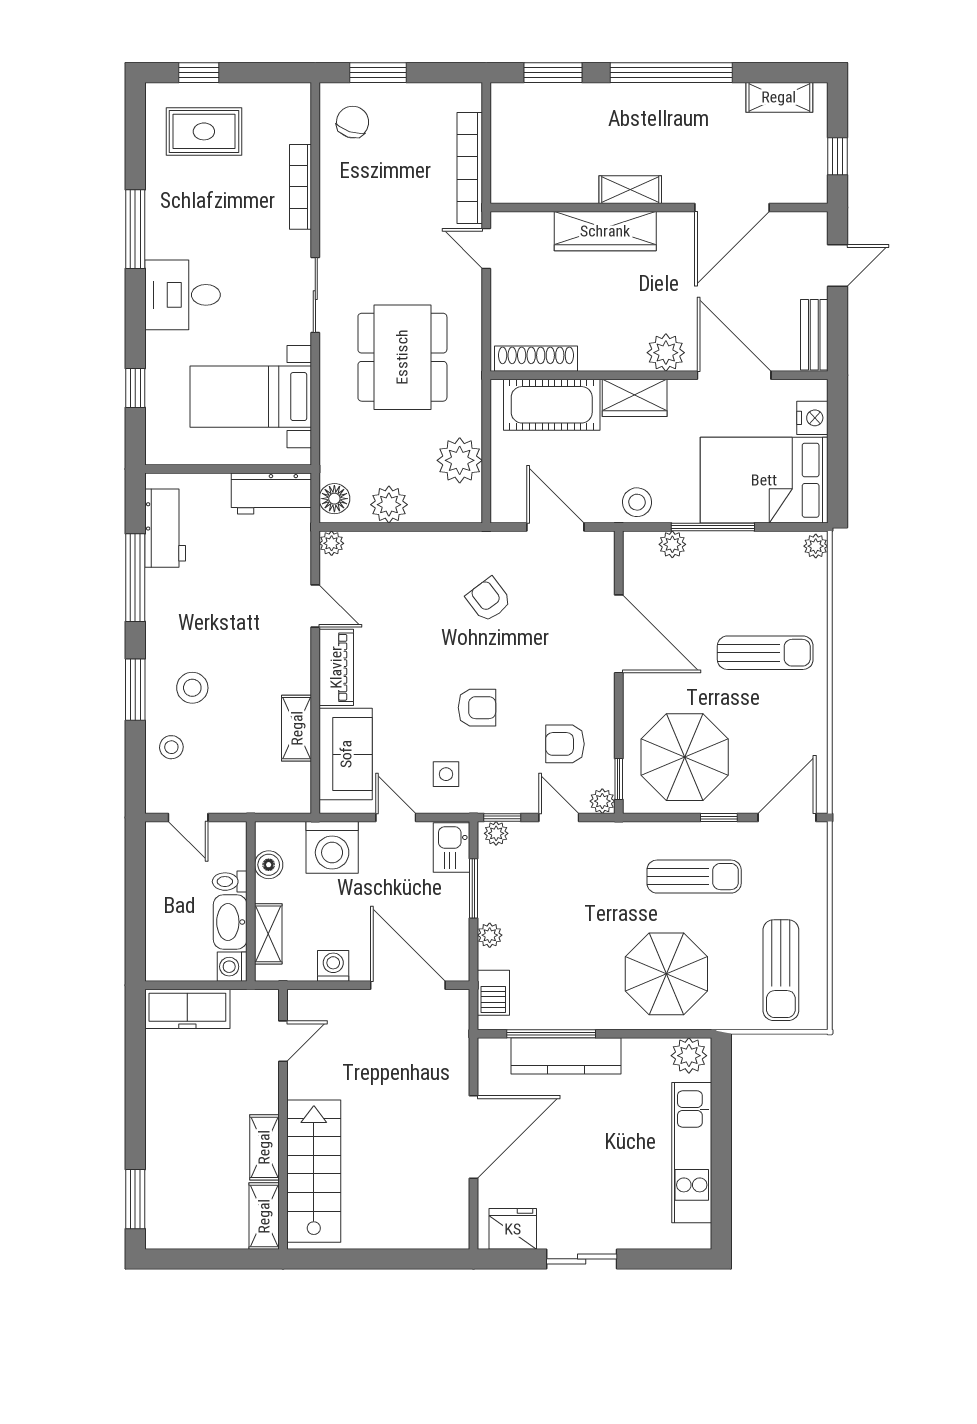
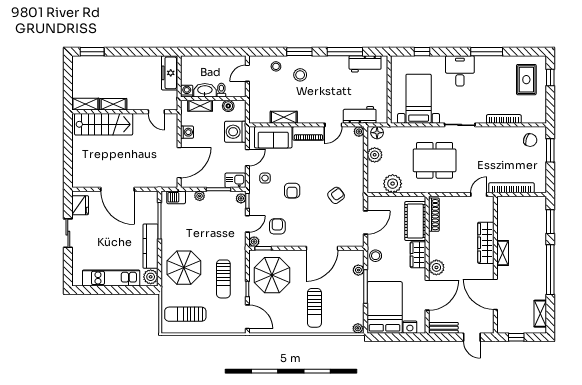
workbench: (271, 493) -> (360, 115), moved, turned 90
kitchen counter: (566, 1056) -> (150, 246), moved

